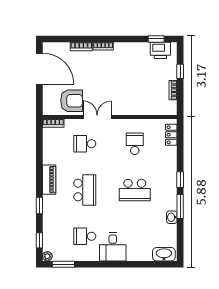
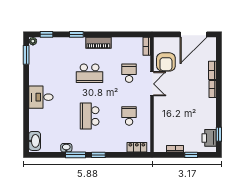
school desk: (135, 144) -> (129, 116), turned -90
school desk: (85, 236) -> (50, 73), removed

